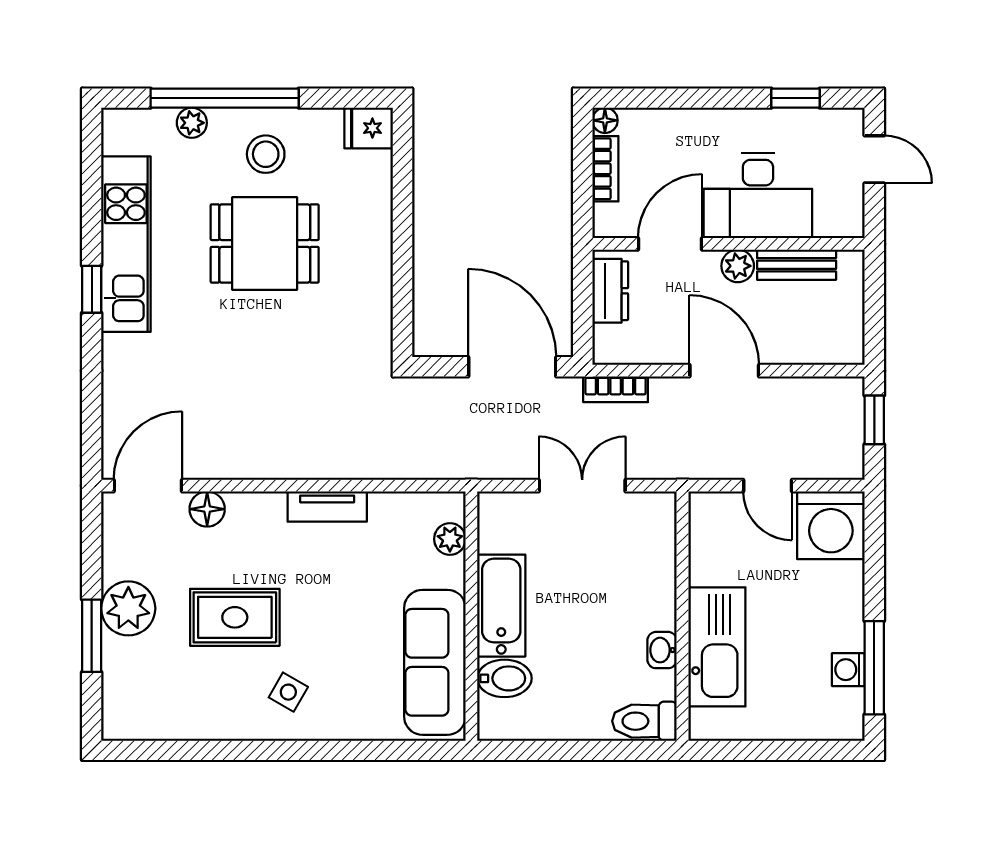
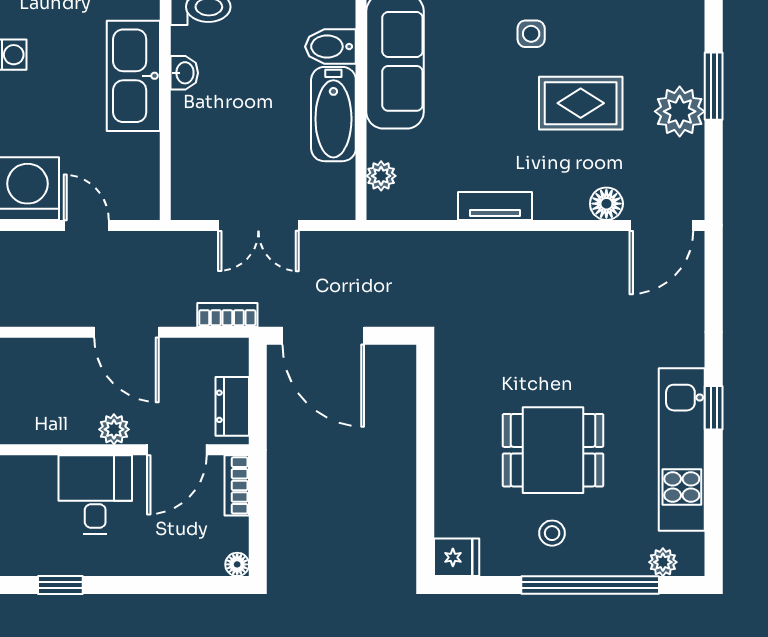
plant: (192, 123) -> (663, 562), moved
stool: (266, 154) -> (552, 533), width x0.73, depth x0.73
bookcase: (605, 169) -> (237, 485), moved
desk: (758, 196) -> (95, 495), width x0.73
bench: (797, 265) -> (59, 430), removed
side table: (288, 692) -> (531, 34), turned -30

